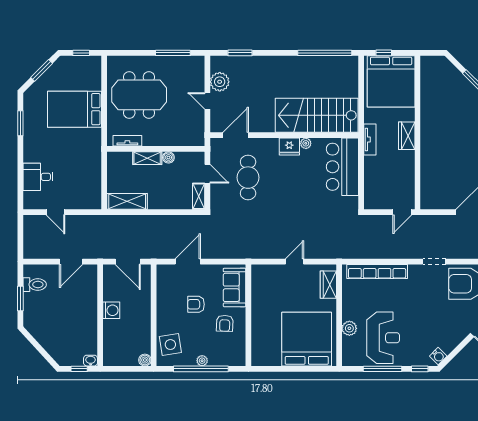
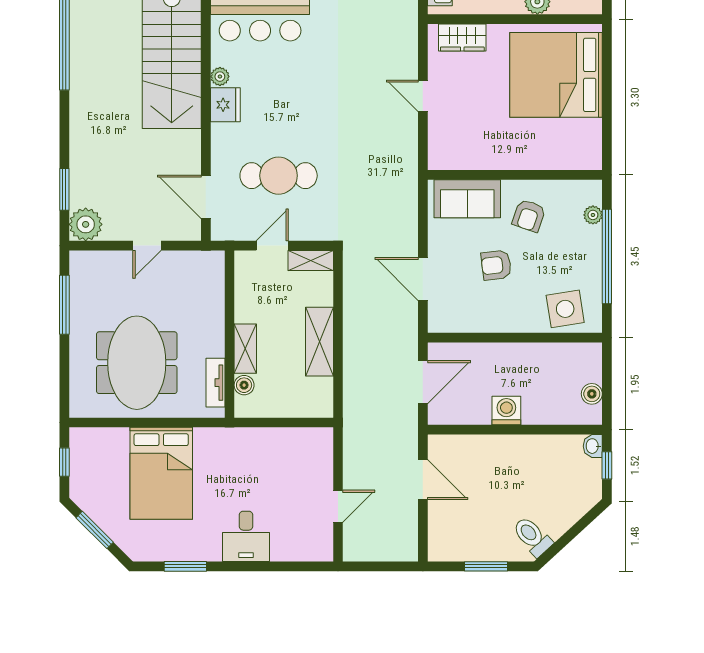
plant: (220, 82) -> (86, 224), moved
boiler: (168, 157) -> (244, 385), moved
desk: (38, 177) -> (246, 536), moved
shelving: (127, 201) -> (320, 342), moved
toilet: (35, 285) -> (532, 536), moved, turned -43
armchair: (196, 304) -> (496, 265), turned 83
armchair: (225, 323) -> (529, 216), turned 107
boiler: (145, 360) -> (592, 394), moved
plant: (202, 361) -> (593, 215), moved

